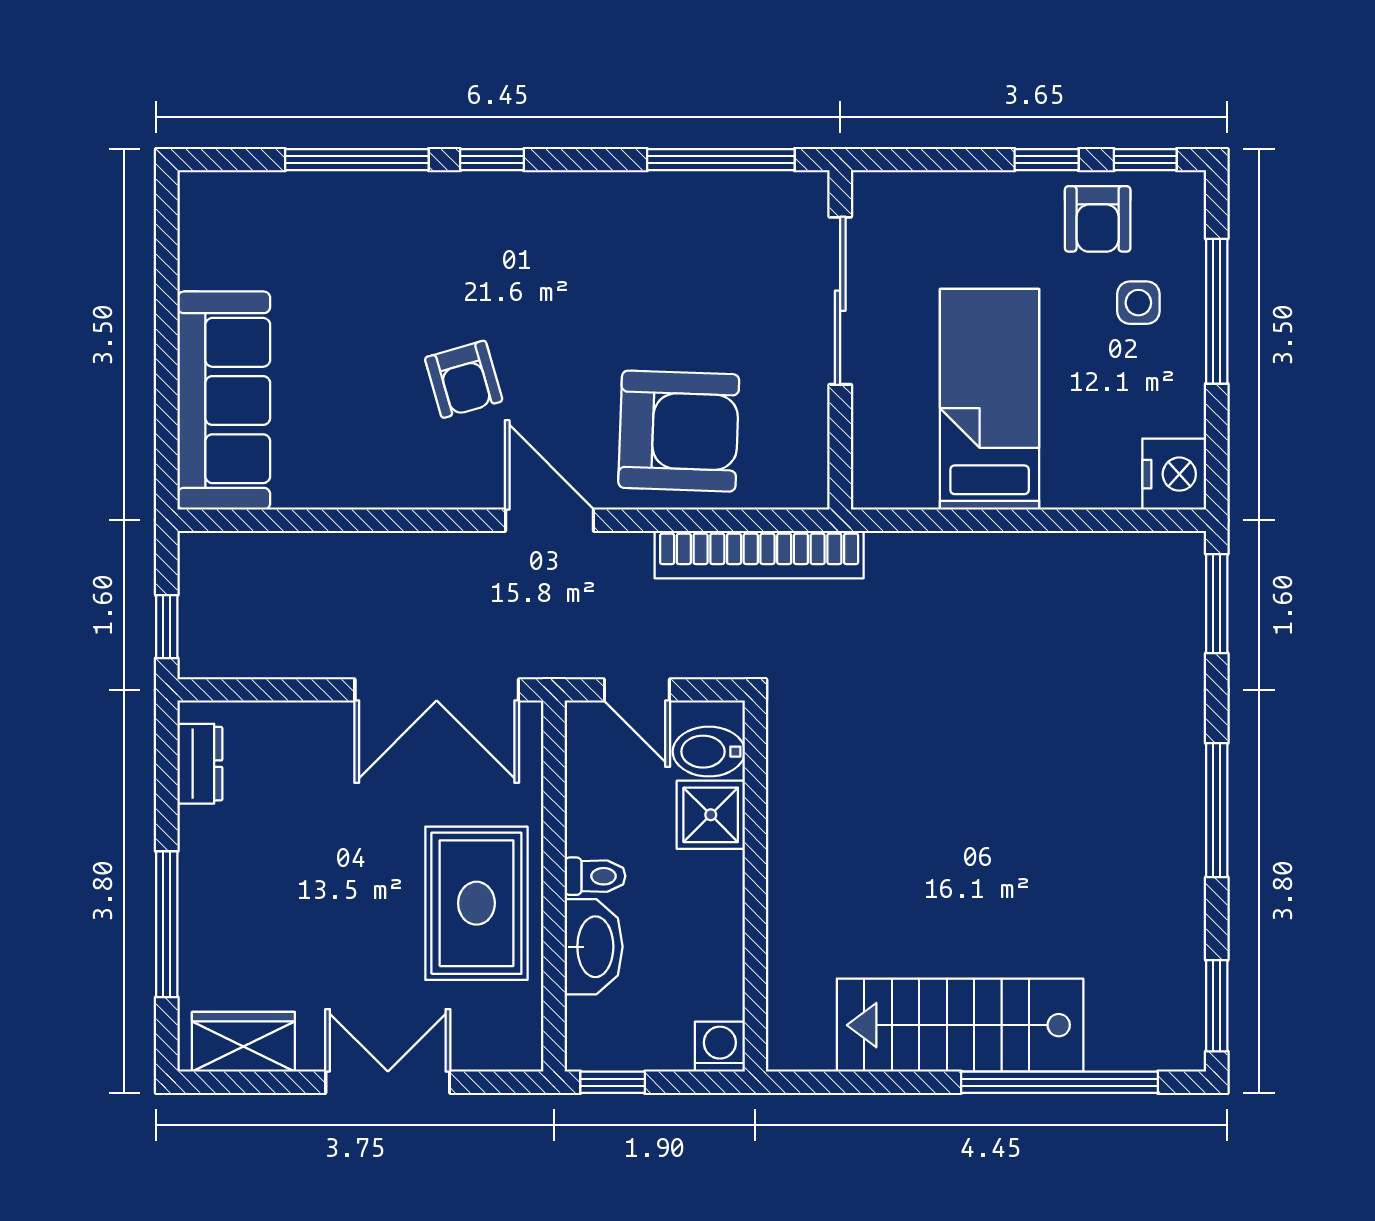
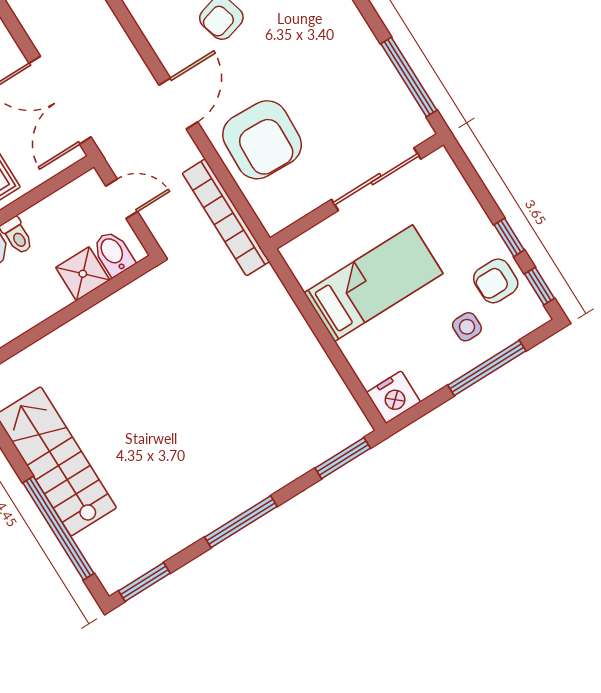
door: (637, 690) -> (122, 199), swing flipped

